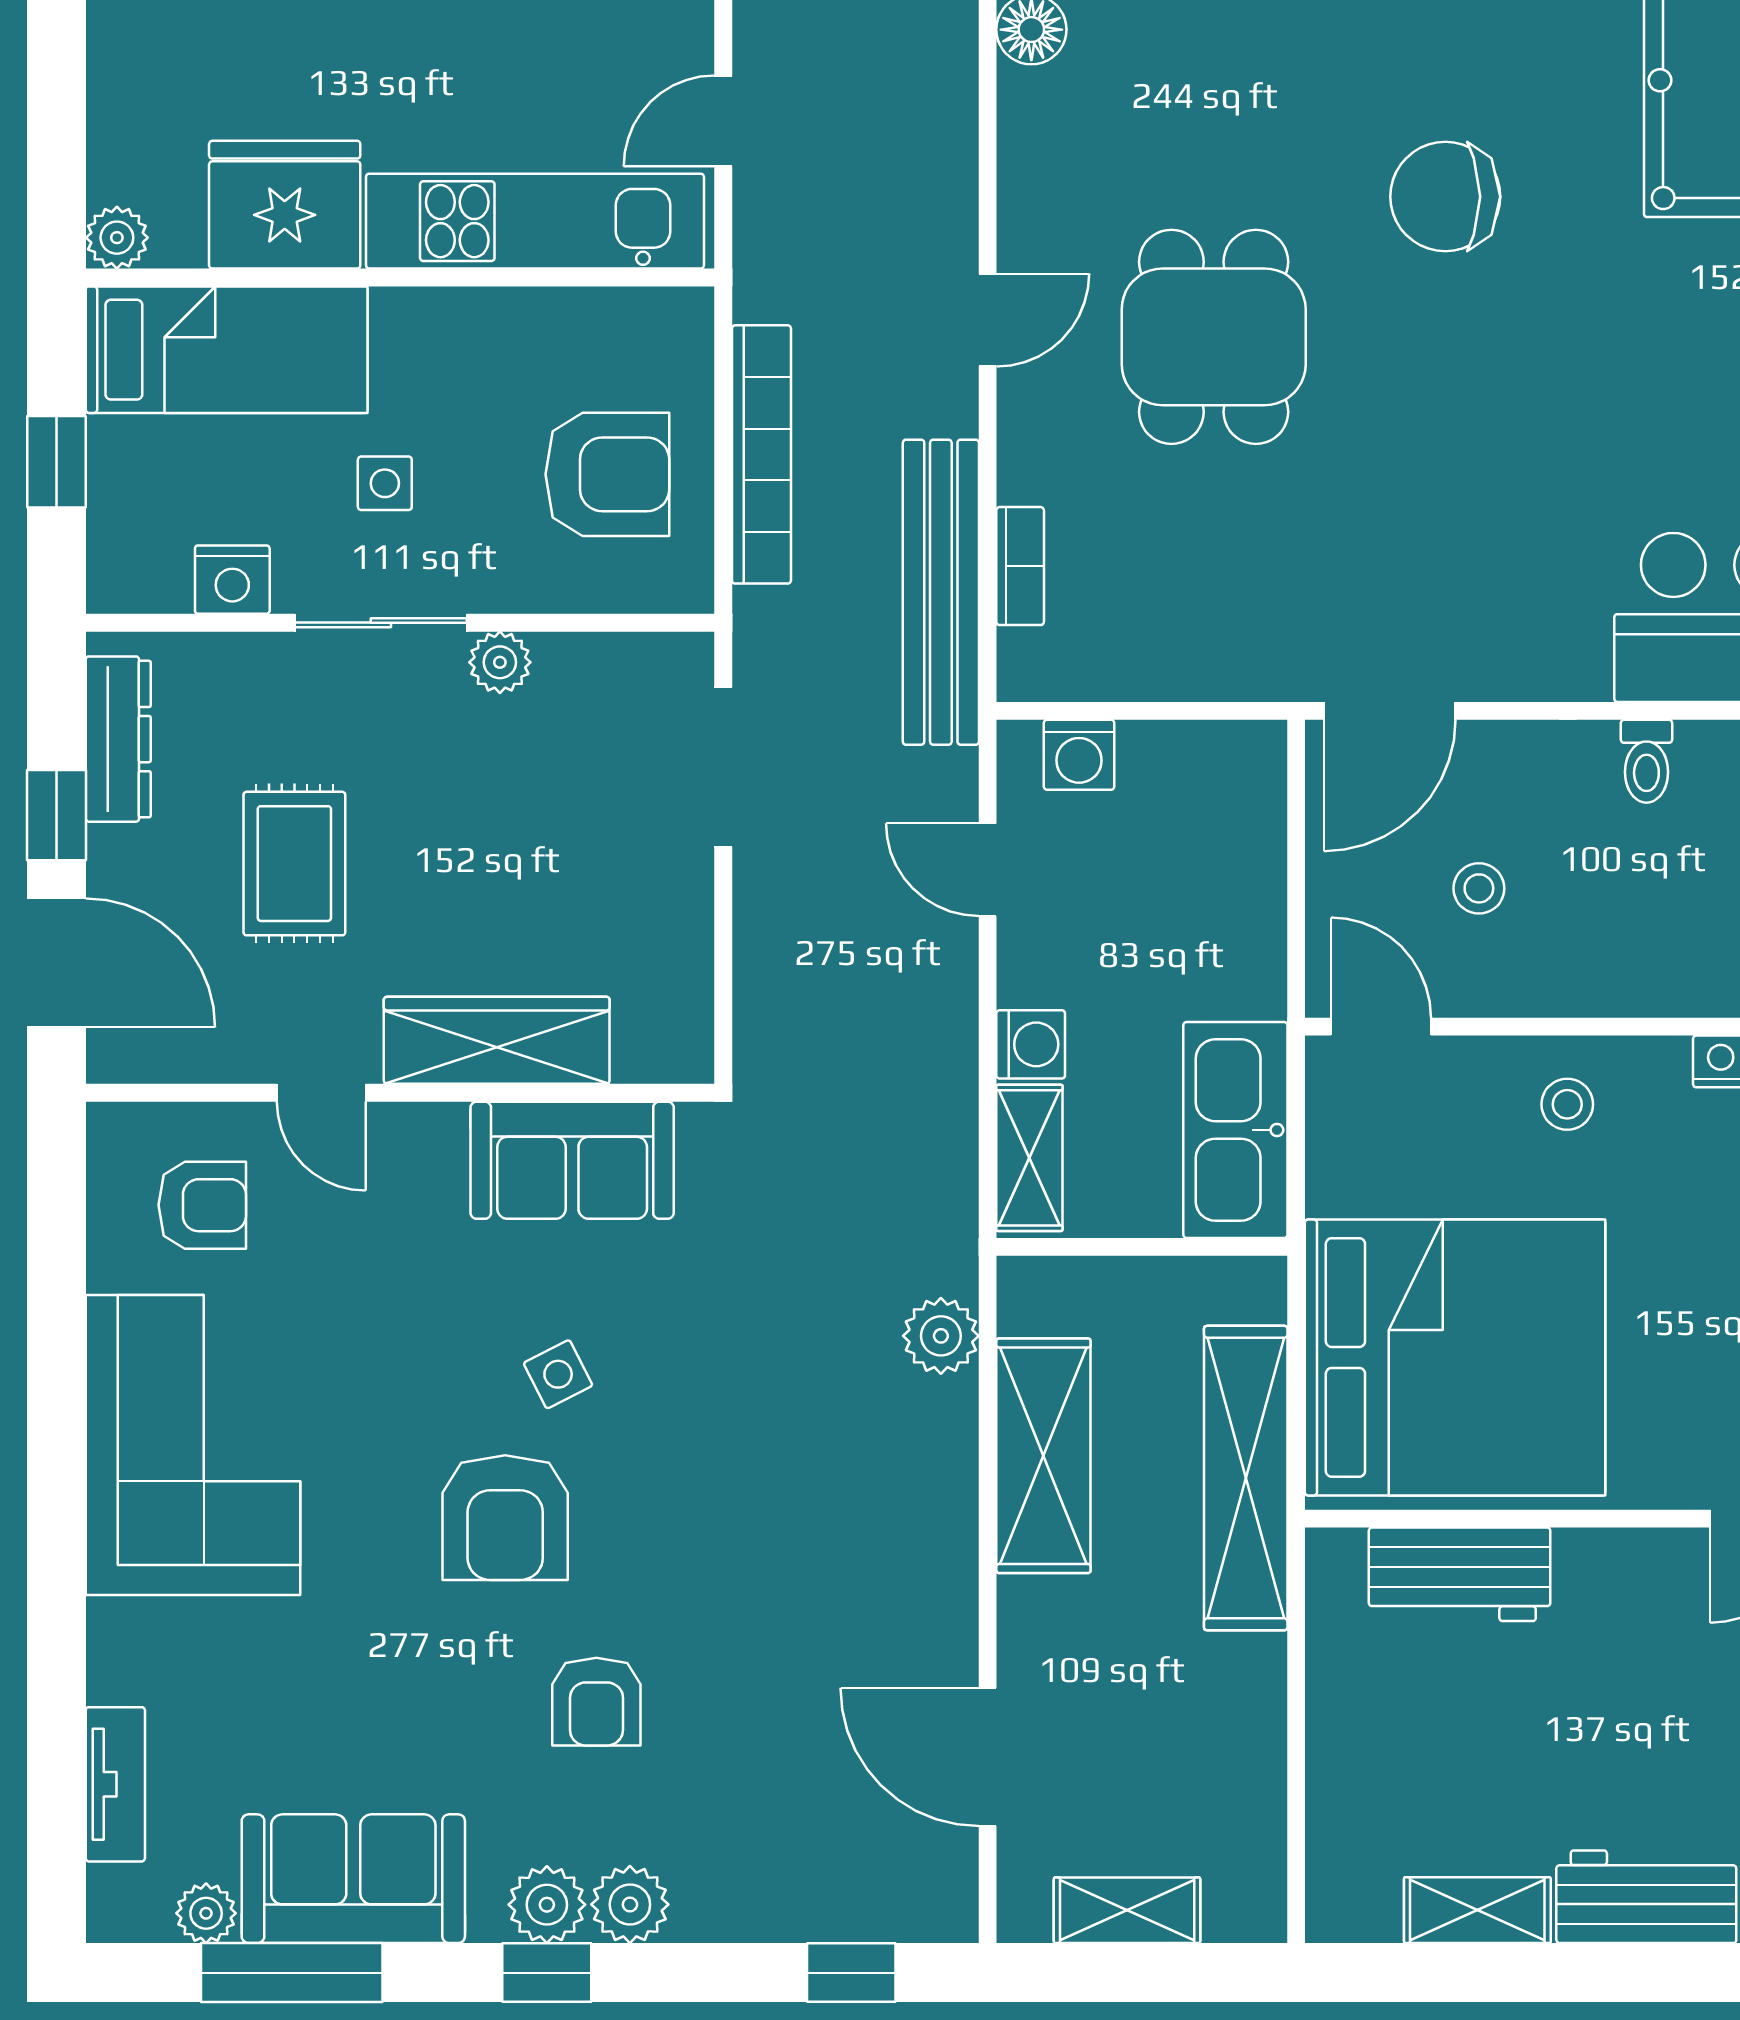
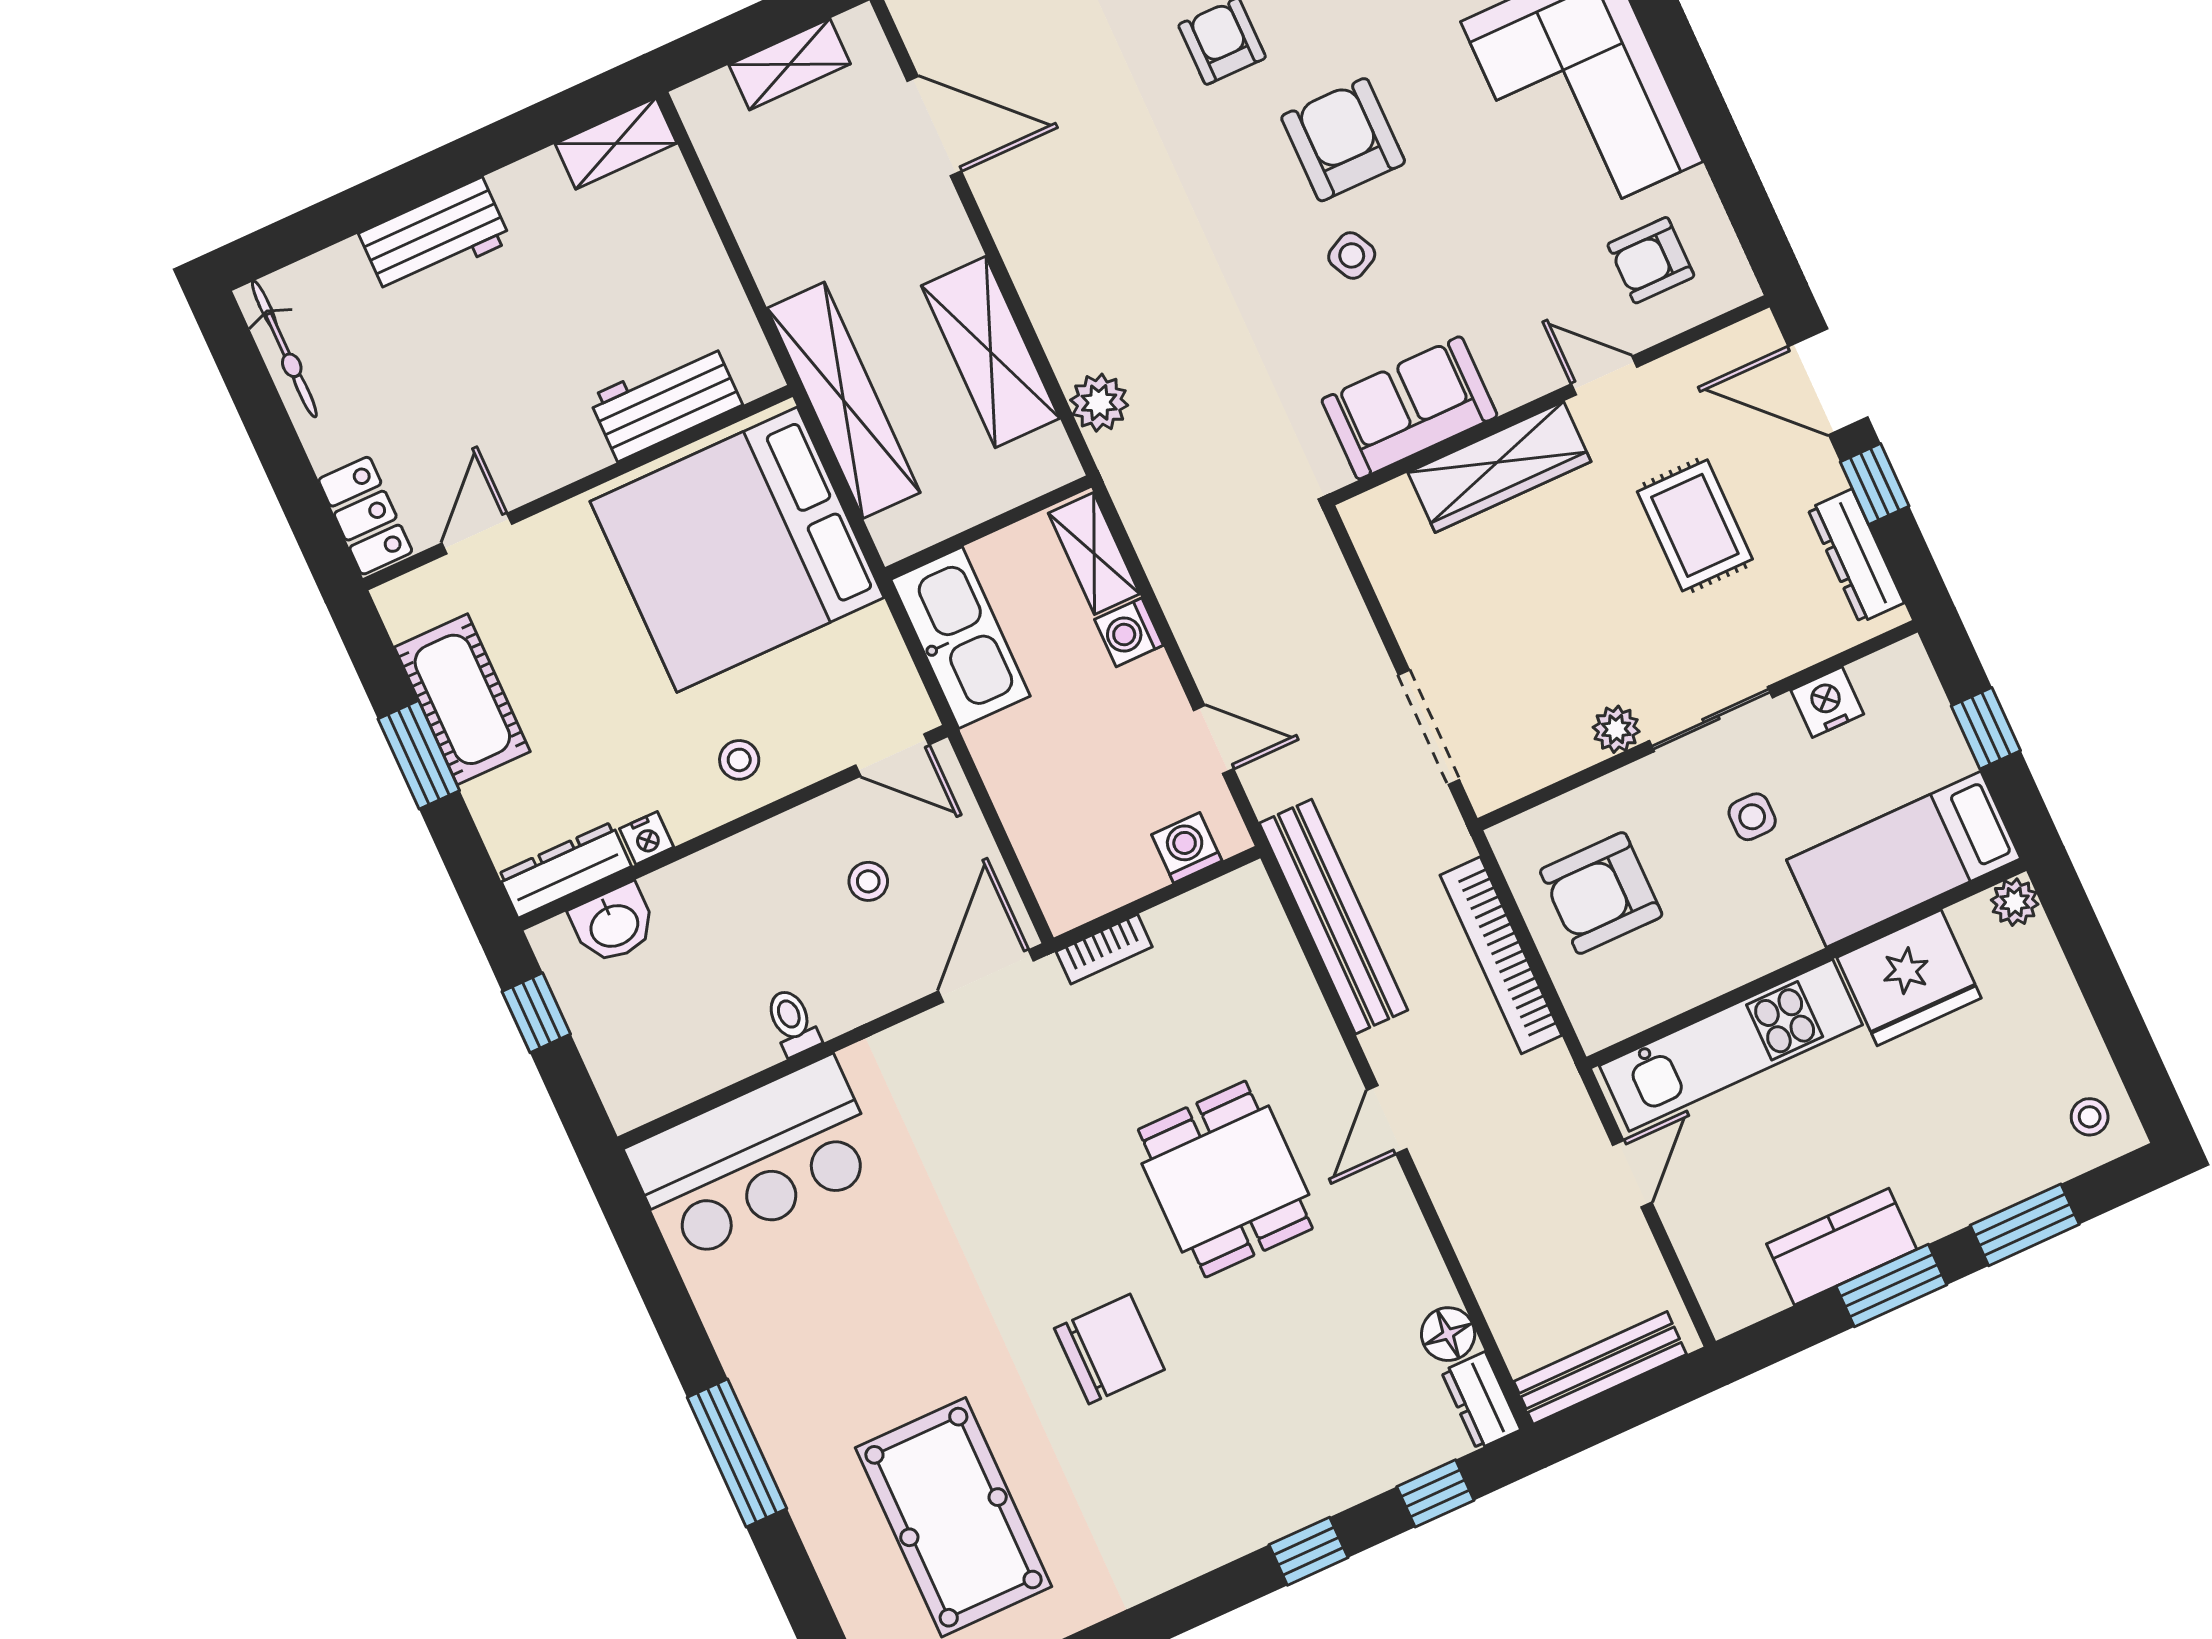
bookcase: (1020, 566) -> (1104, 949), moved, turned -90
shelving: (1477, 1910) -> (616, 143), moved

